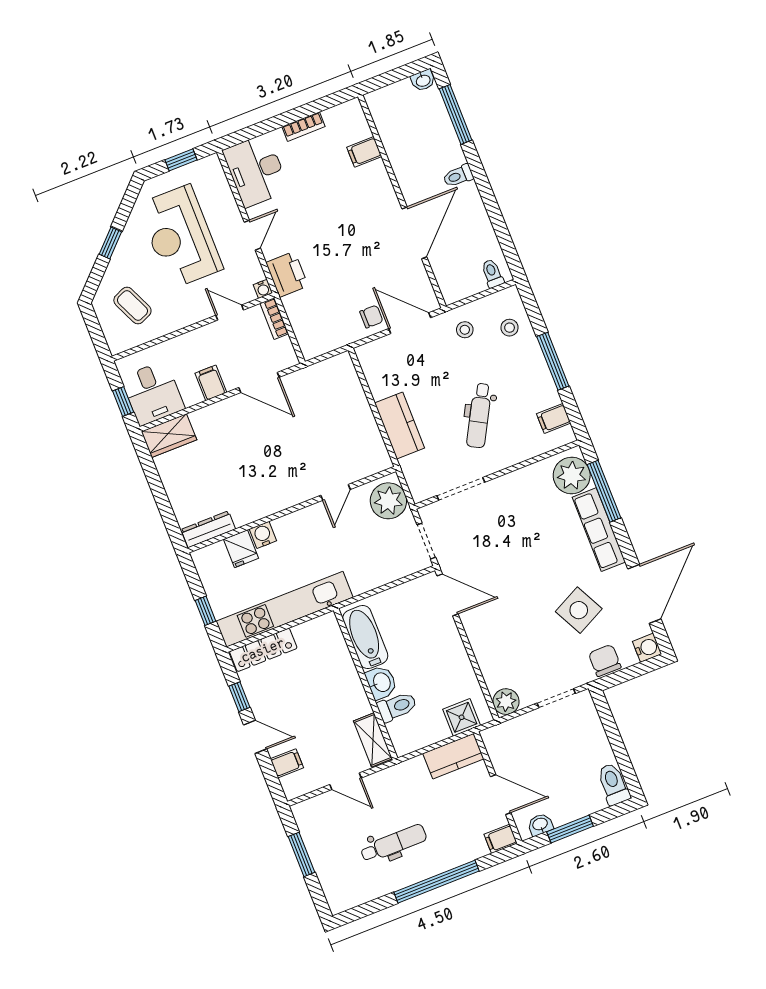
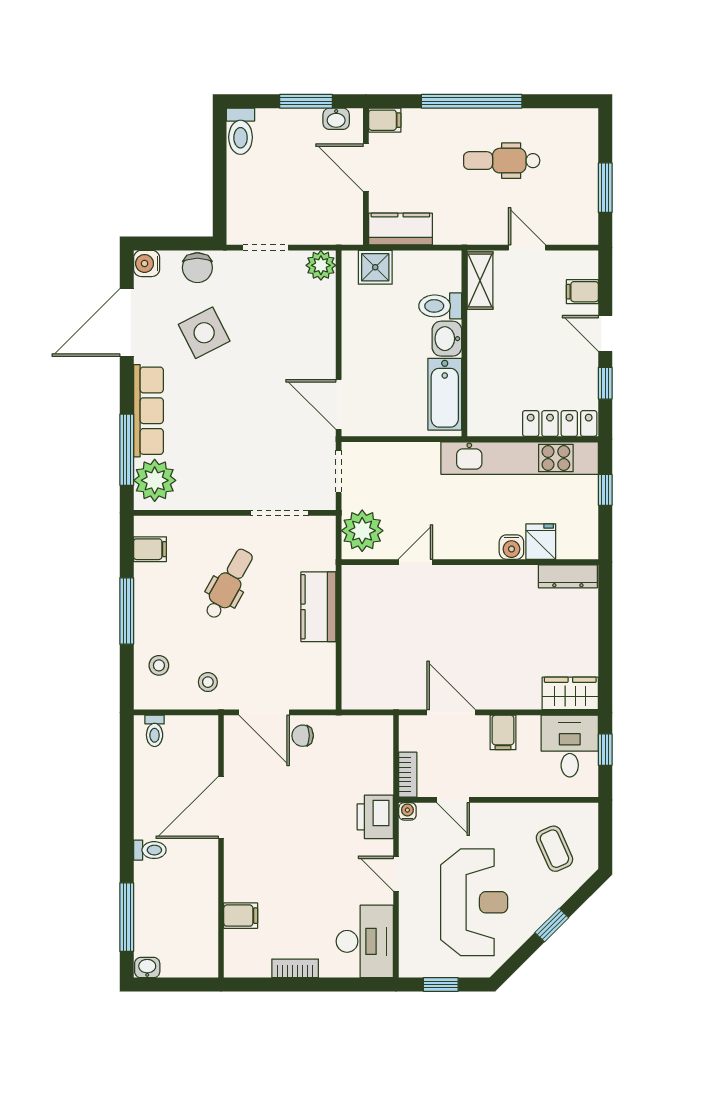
door: (252, 235) -> (396, 874), hinge flipped

